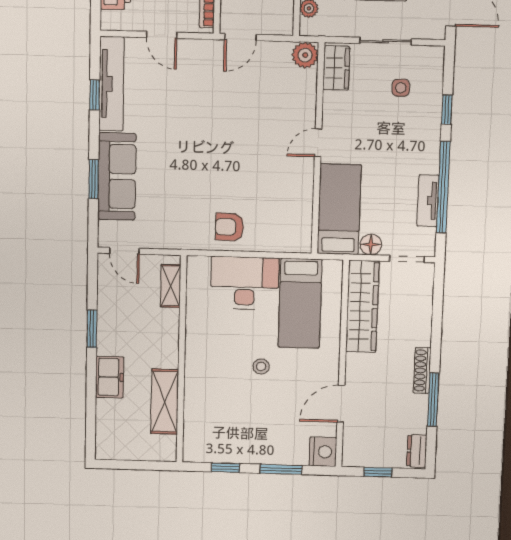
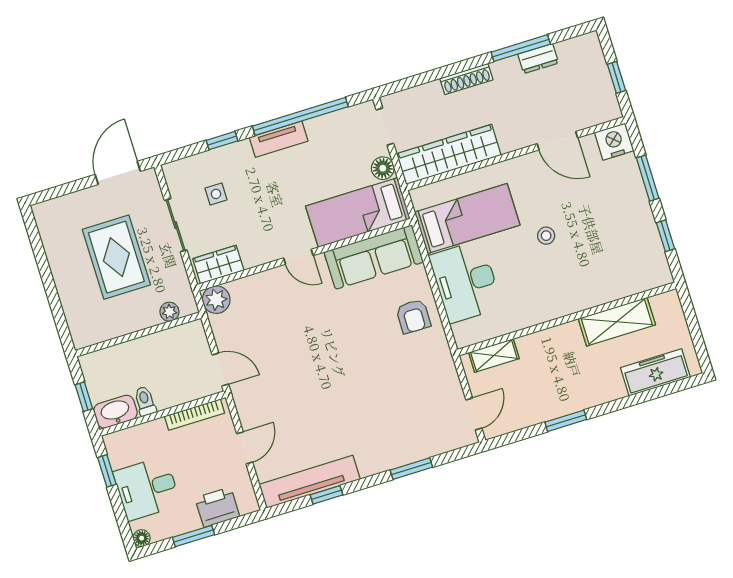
sofa: (117, 176) -> (374, 257), moved, turned 180
tv unit: (428, 201) -> (279, 139), moved
shoe rack: (422, 370) -> (466, 79), moved
freezer: (110, 377) -> (655, 372), moved, width x1.40
dresser: (417, 451) -> (538, 59), moved

